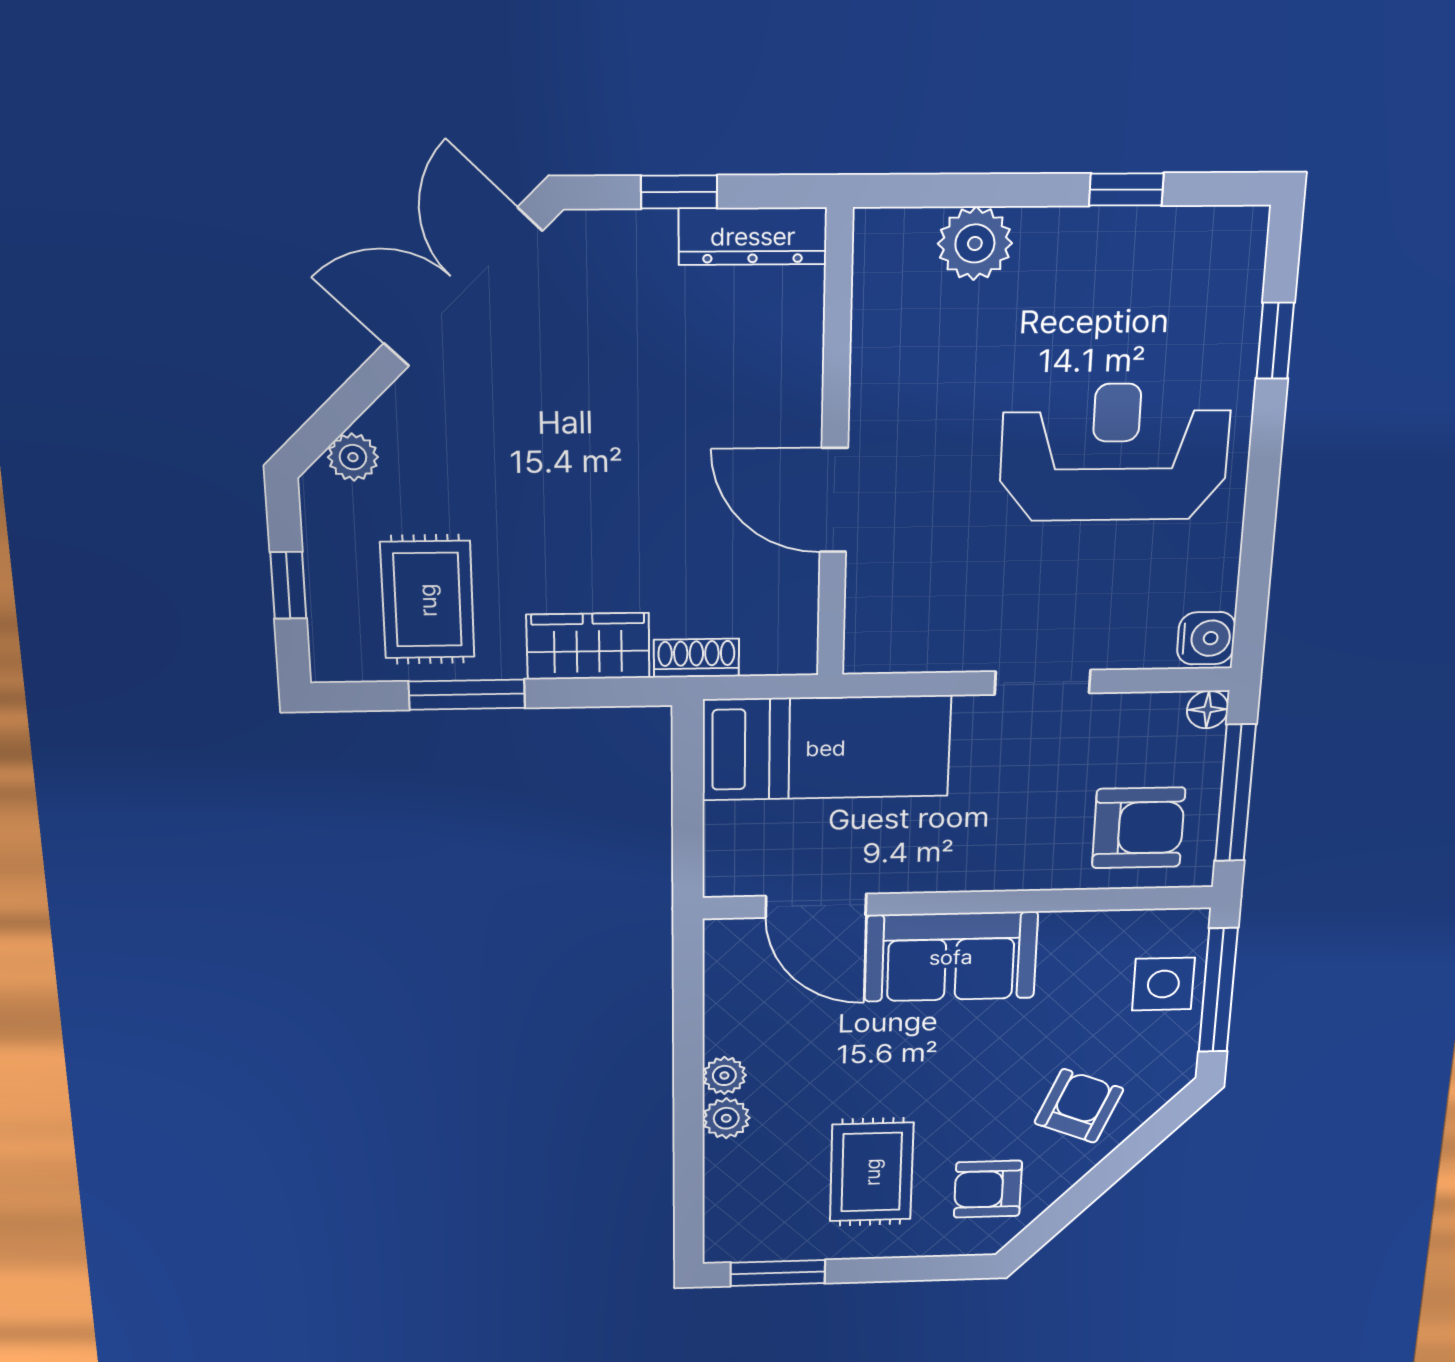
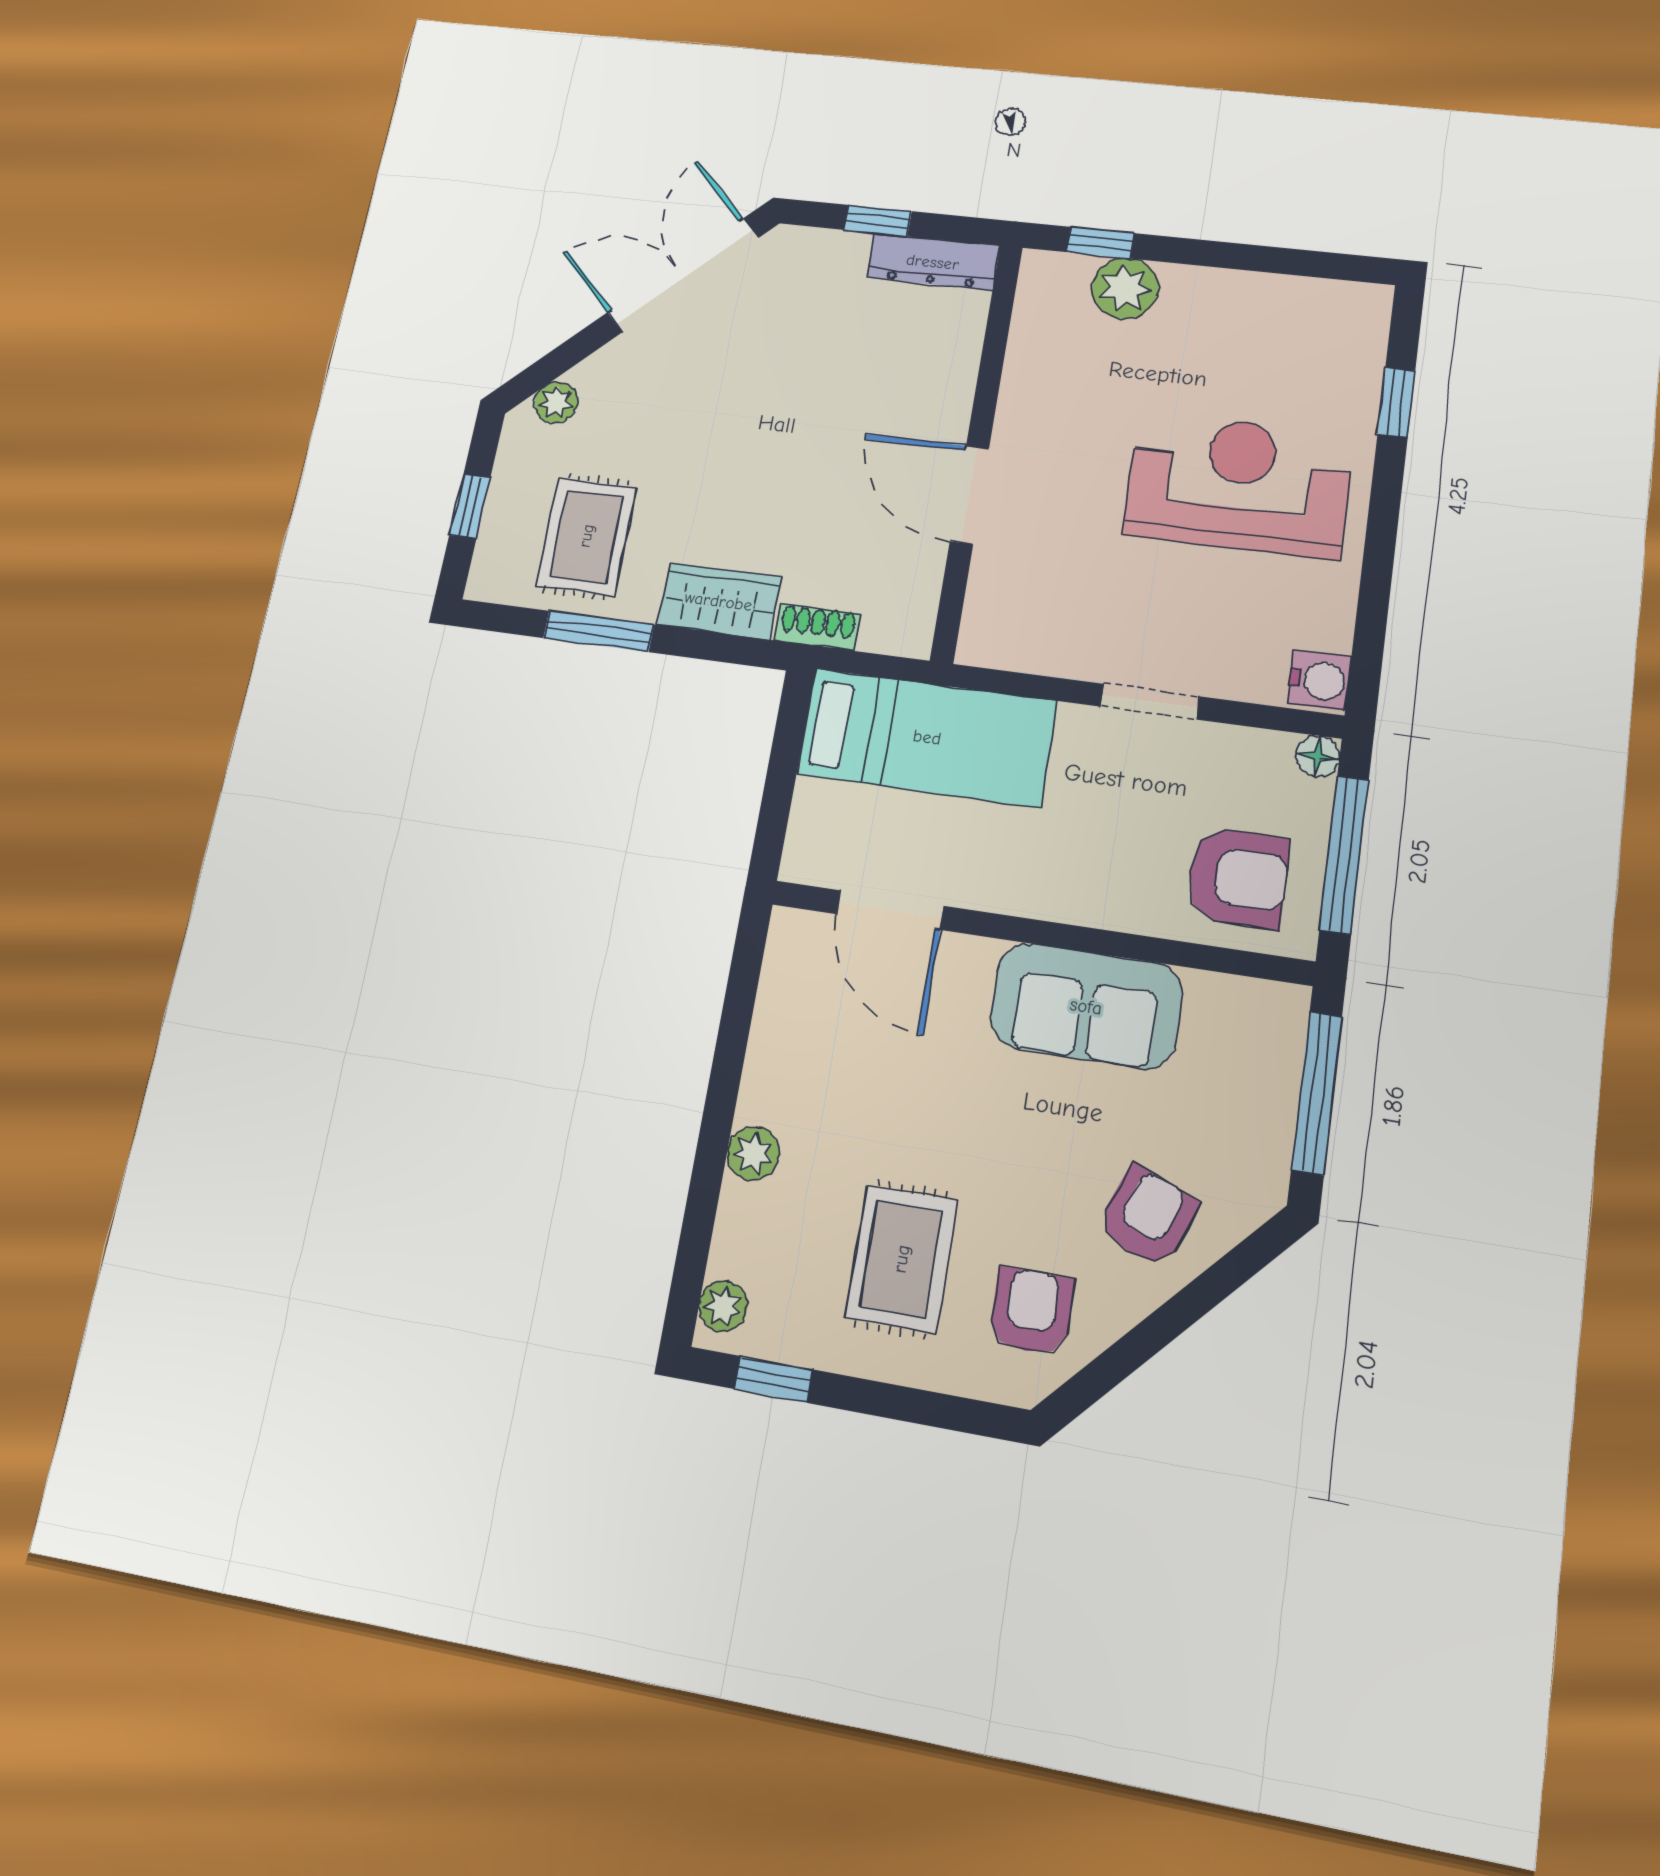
window: (1126, 189) -> (1100, 243), moved
sofa: (951, 957) -> (1086, 1006), moved
side table: (1163, 984) -> (1255, 1073), removed
plant: (724, 1075) -> (723, 1306), moved
armchair: (988, 1189) -> (1031, 1311), turned 90
window: (778, 1273) -> (774, 1379), width x0.67

